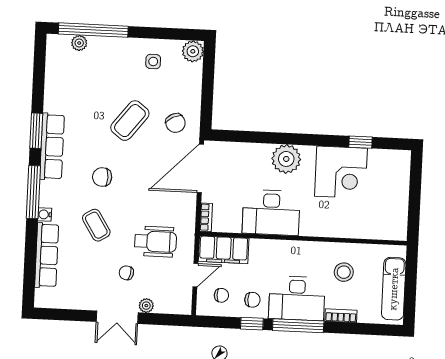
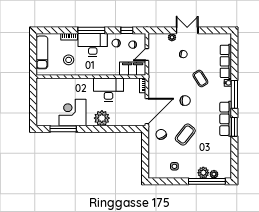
plant: (193, 51) -> (203, 173), moved
window: (360, 142) -> (63, 129), width x2.17
chair: (102, 177) -> (185, 101), moved
wheelchair: (155, 242) -> (169, 71), removed
window: (252, 324) -> (127, 30), moved

